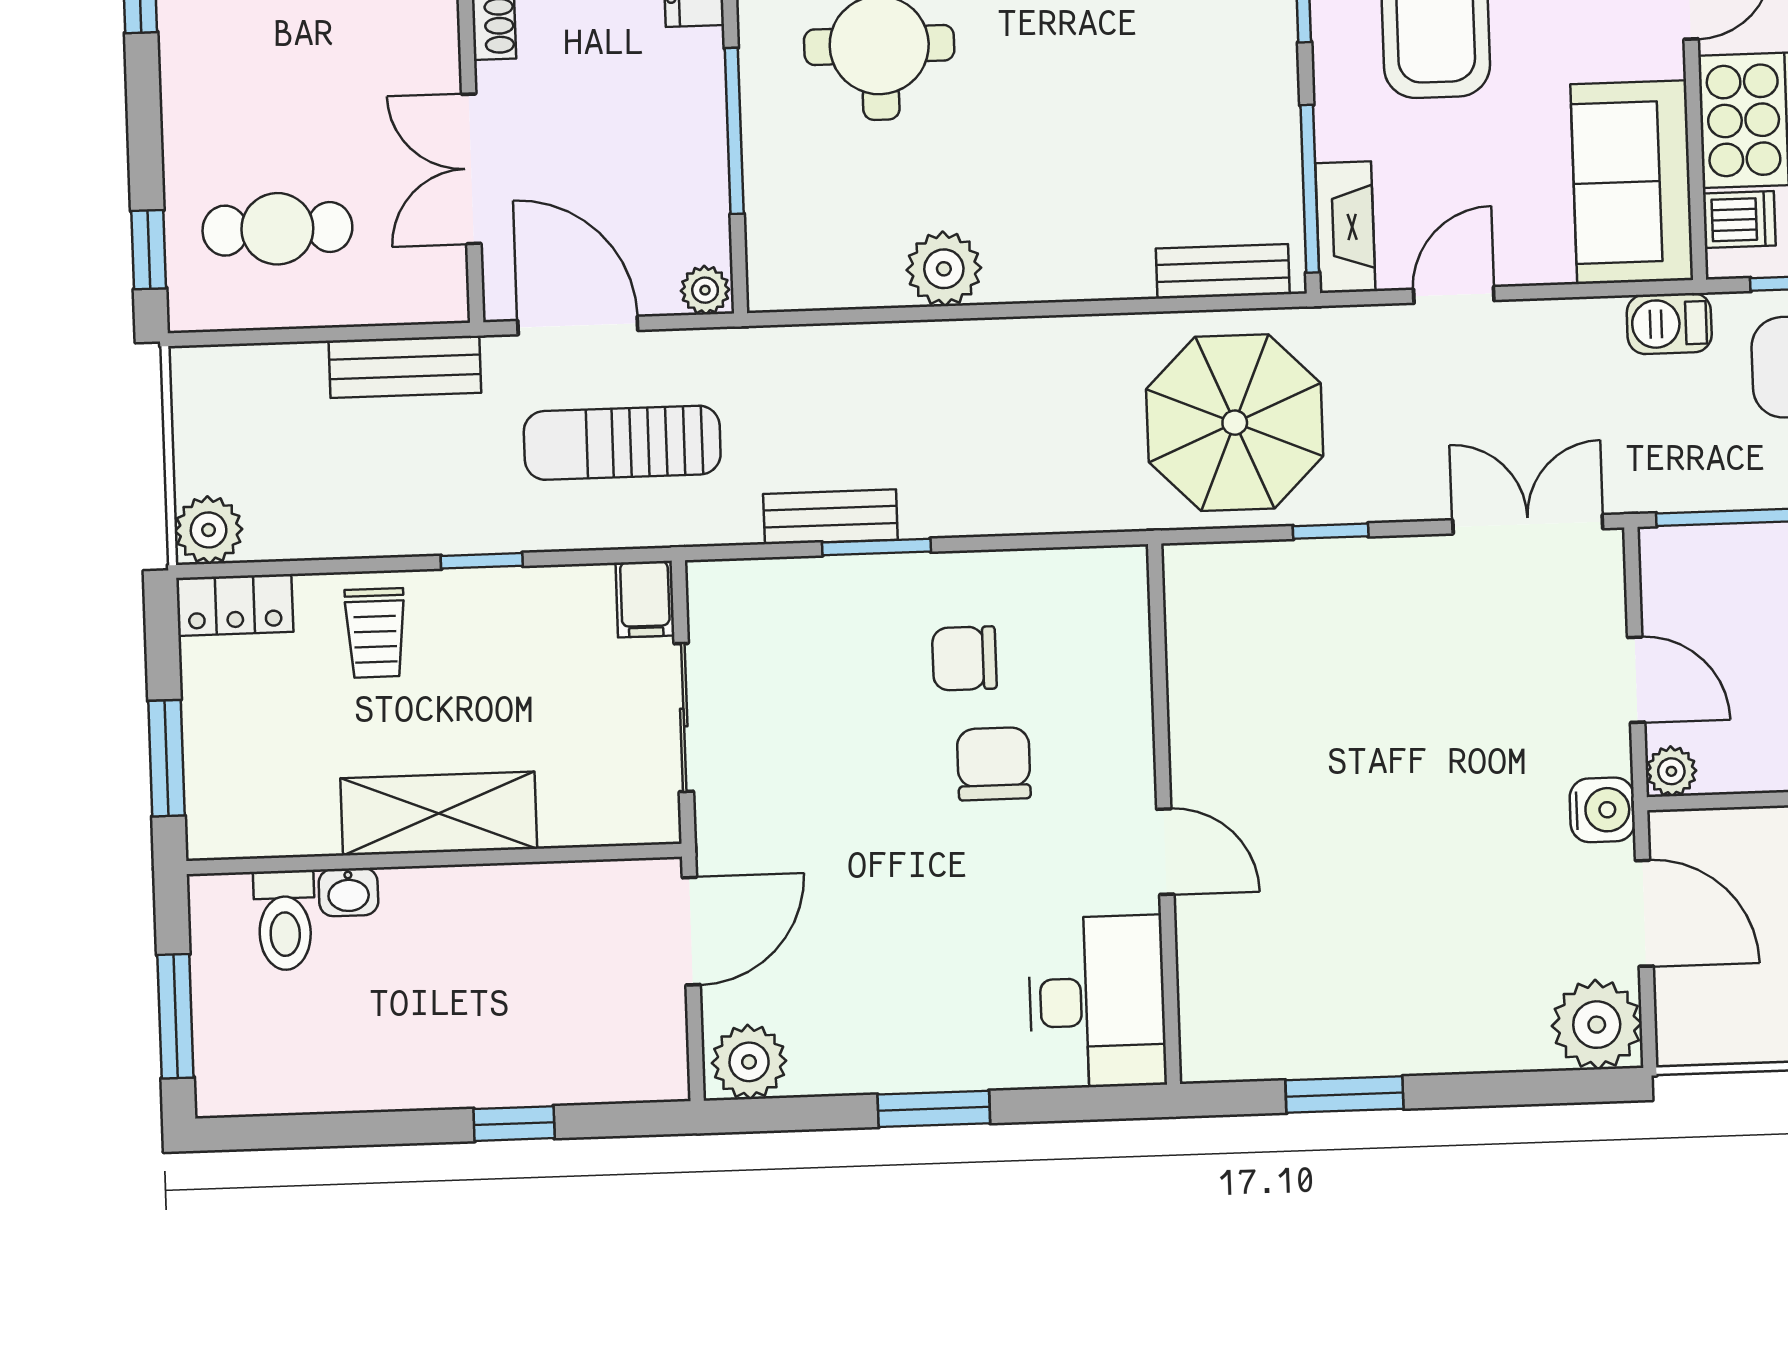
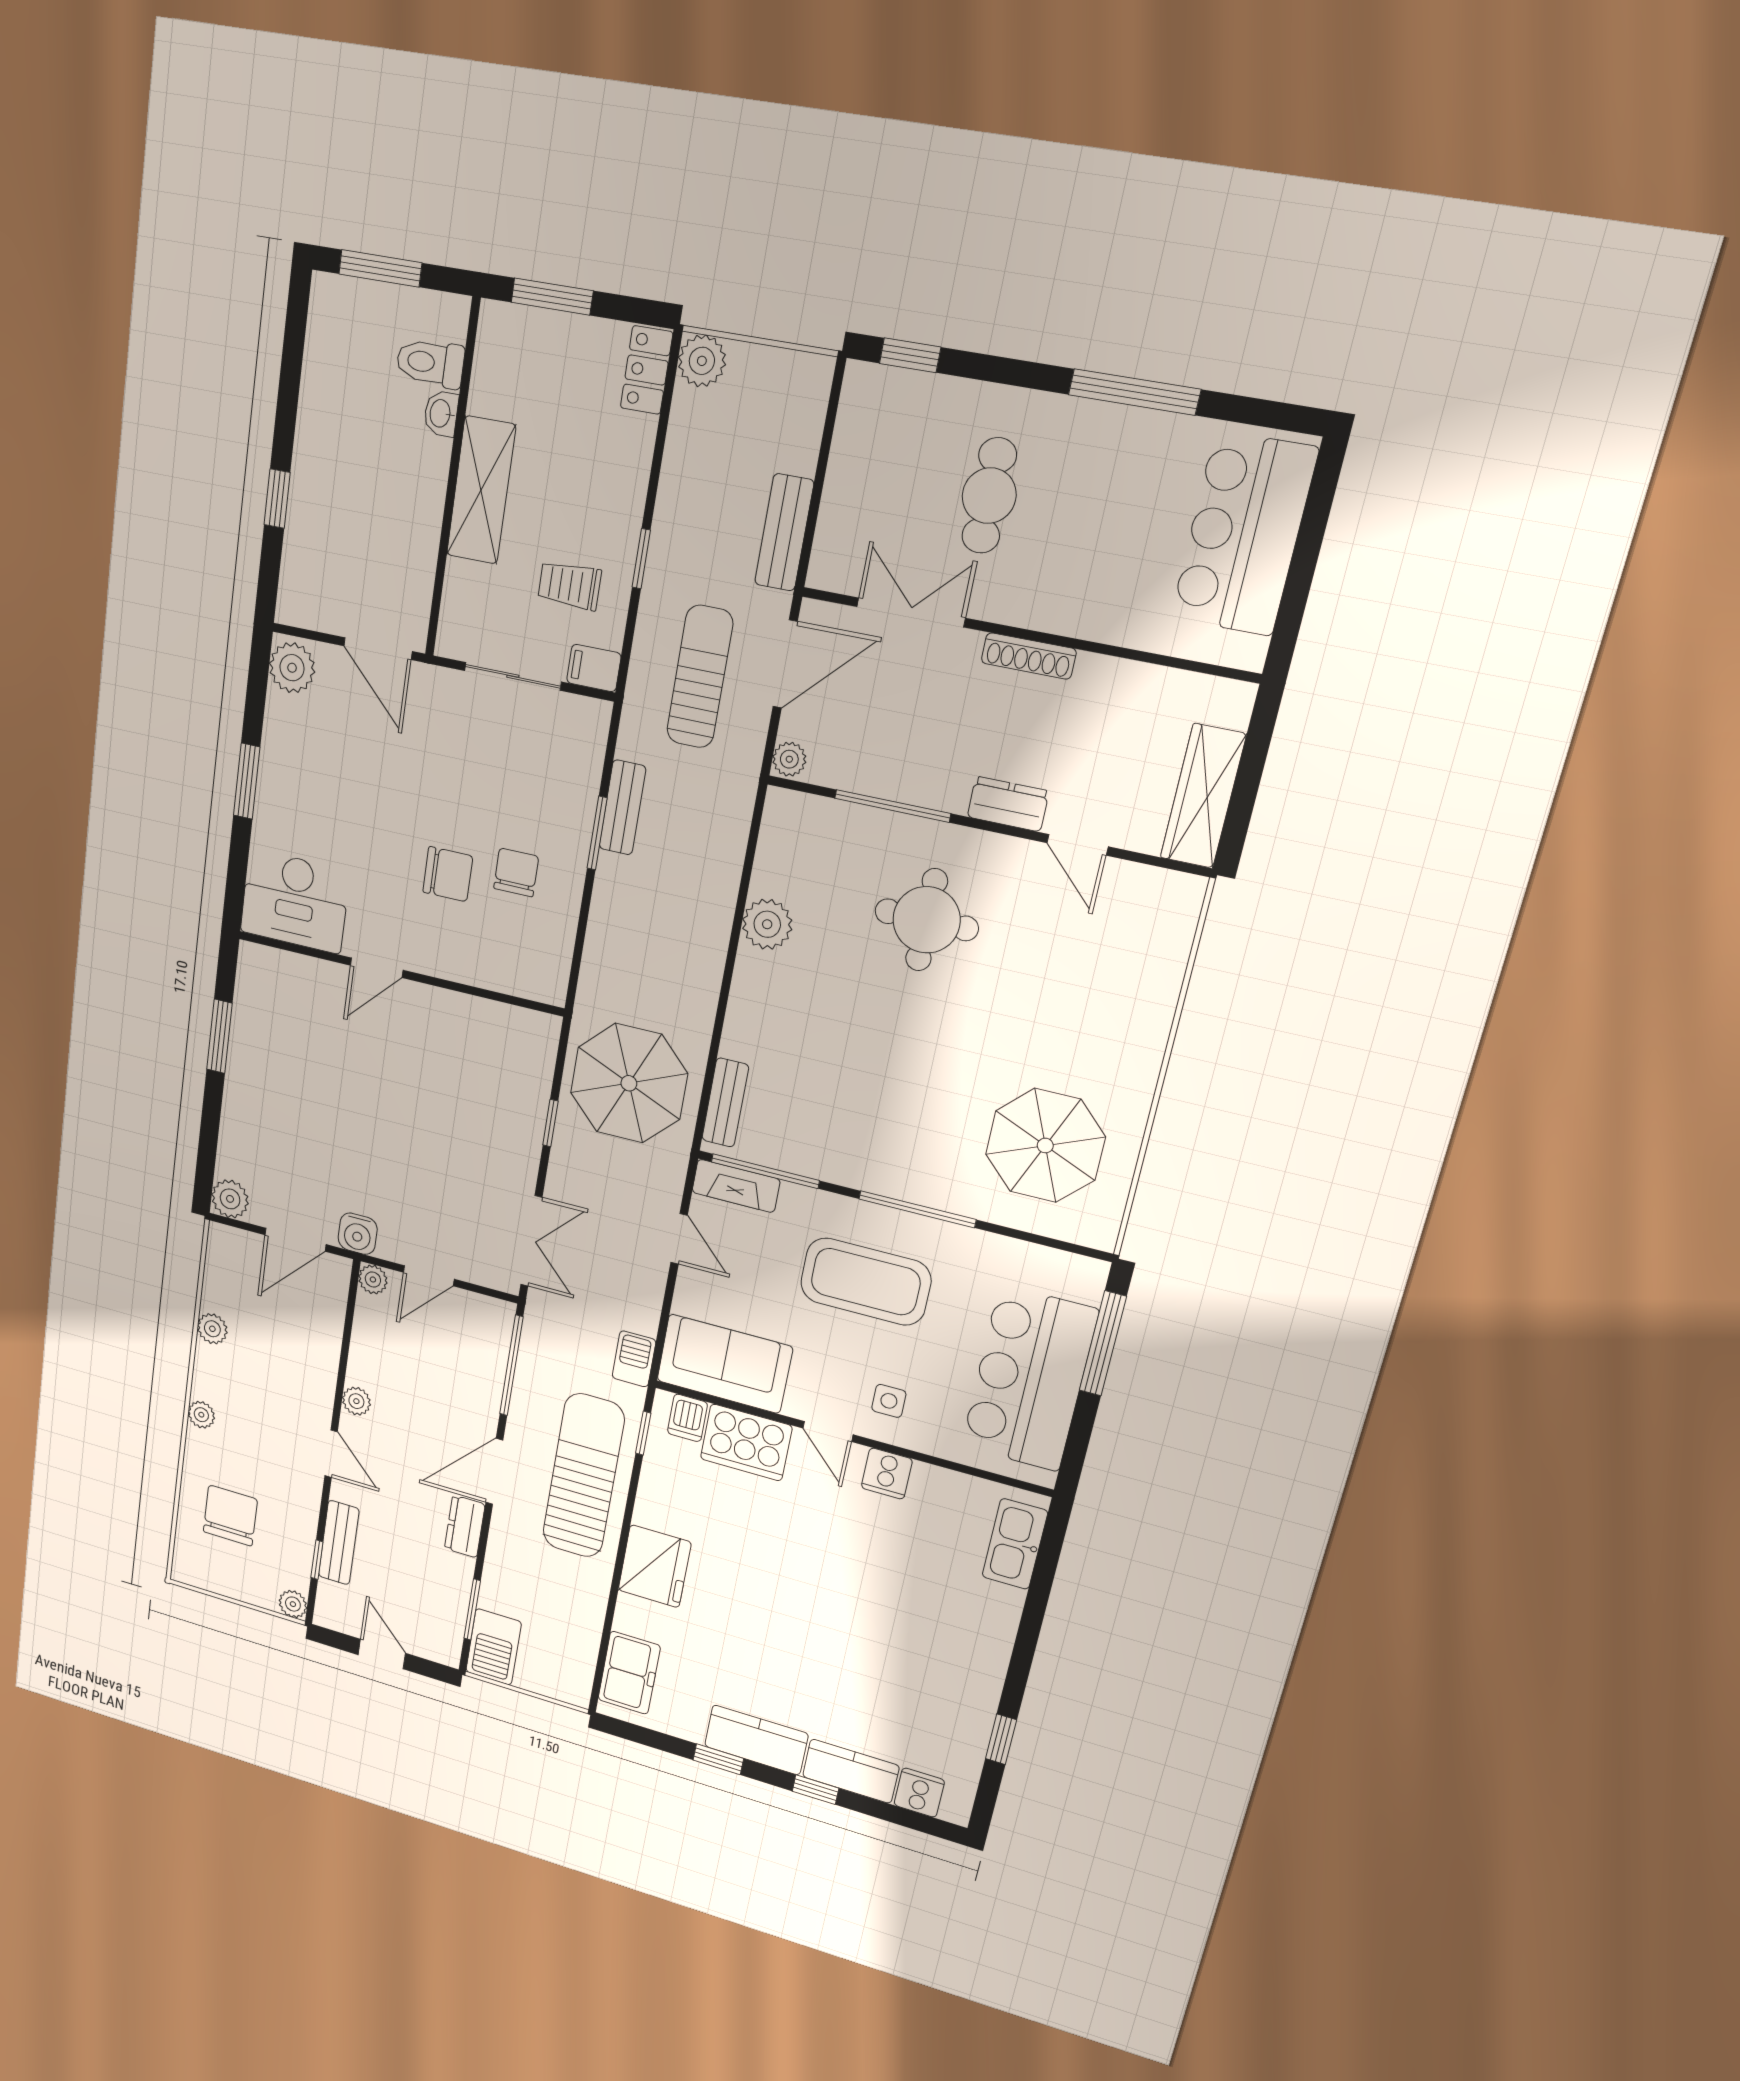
cafe table: (277, 229) -> (989, 496), moved
trolley: (375, 633) -> (570, 585), moved
plant: (1597, 1025) -> (230, 1199), width x0.73, depth x0.73

